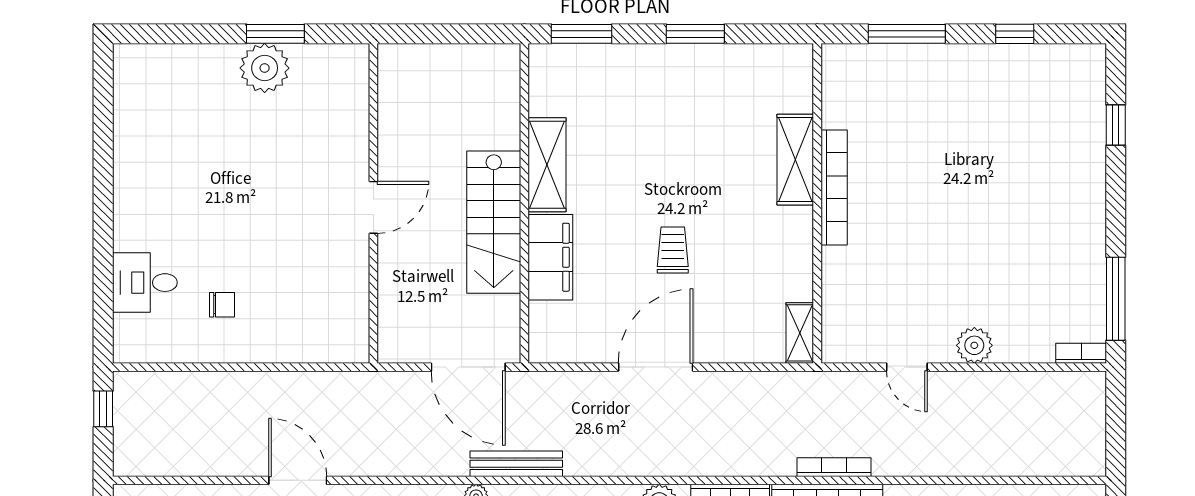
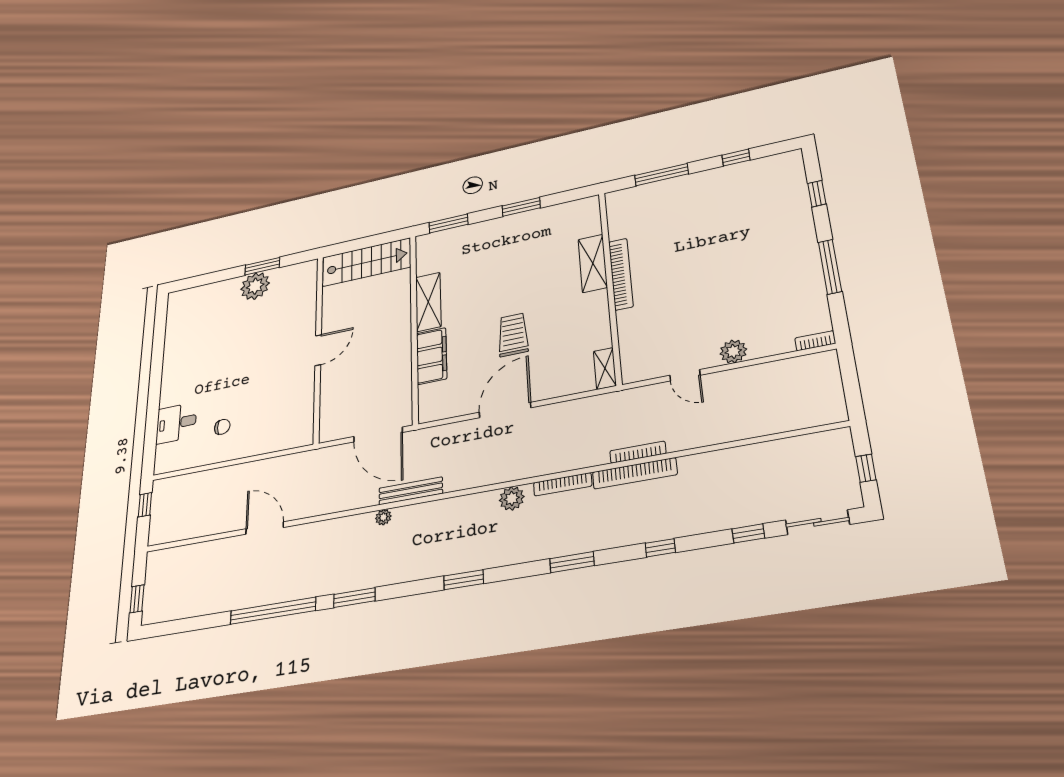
stairs: (494, 222) -> (366, 262), moved, turned -90
trolley: (673, 250) -> (513, 335), width x1.36, depth x1.39
window: (1116, 299) -> (830, 267), moved

